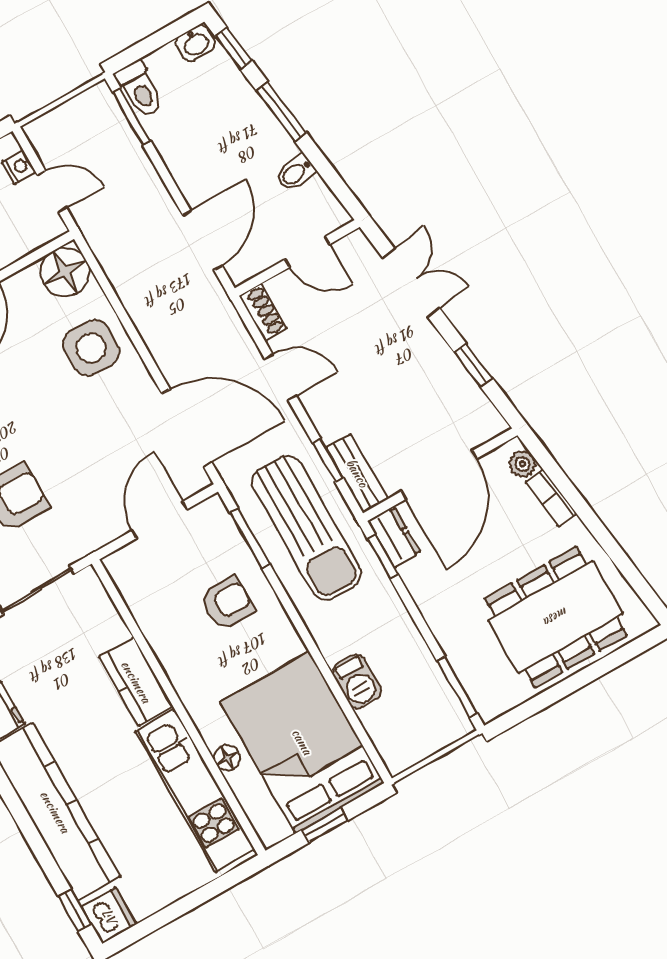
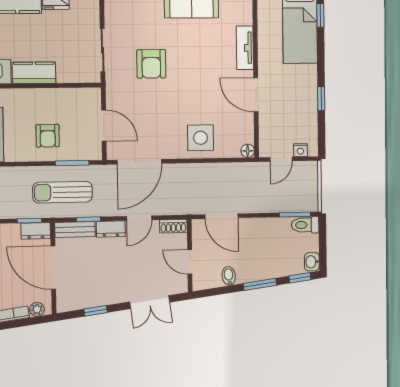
door: (308, 252) -> (190, 262), hinge flipped
floor lamp: (65, 272) -> (248, 151), width x0.53, depth x0.53
dresser: (324, 415) -> (111, 229), added
sun lounger: (306, 528) -> (62, 192), width x0.73, depth x0.75

